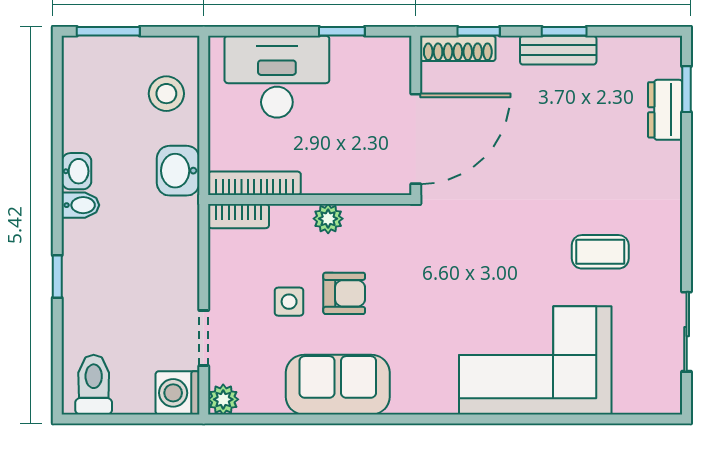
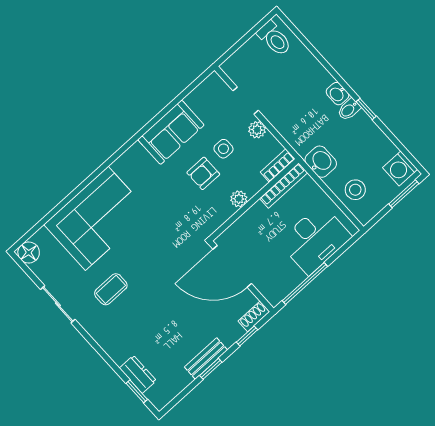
window: (342, 31) -> (305, 283), width x2.17
shoe rack: (458, 48) -> (254, 316), width x0.70
door: (416, 139) -> (232, 266), hinge flipped
washbasin: (76, 171) -> (337, 94), moved
window: (57, 277) -> (366, 109), moved
sliding door: (687, 332) -> (58, 304), moved
washing machine: (177, 393) -> (400, 169), moved, turned 180
floor lamp: (664, 396) -> (29, 253), added
plant: (223, 399) -> (257, 130), moved

